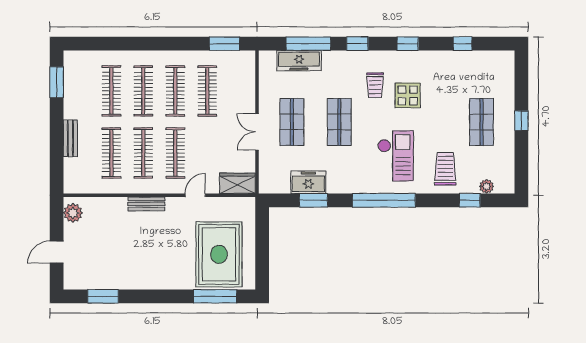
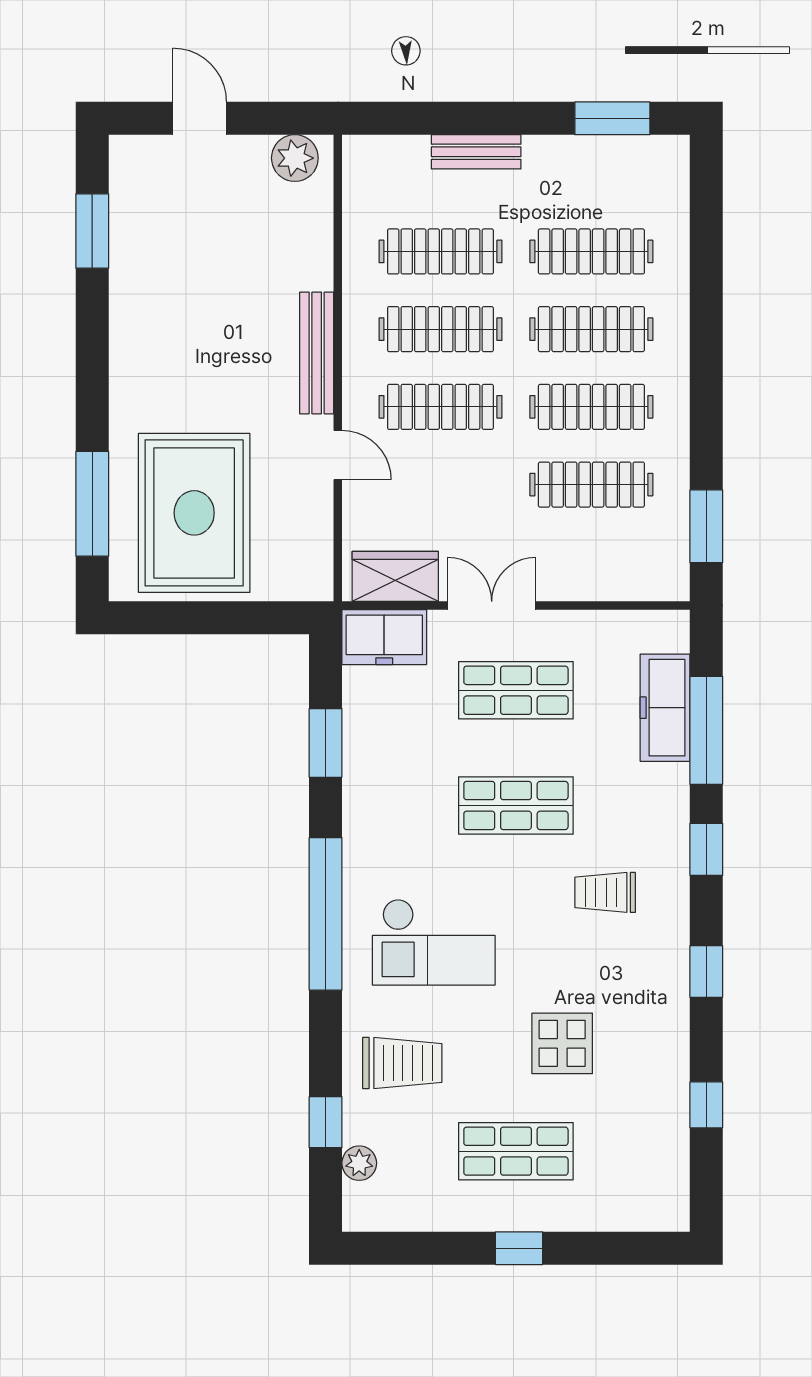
display table: (408, 95) -> (562, 1043), moved
freezer: (308, 182) -> (384, 637), moved, turned 90
wardrobe: (237, 183) -> (395, 576), moved, turned -90
bench: (146, 204) -> (317, 353), width x1.36
rug: (219, 254) -> (194, 513), turned 90

